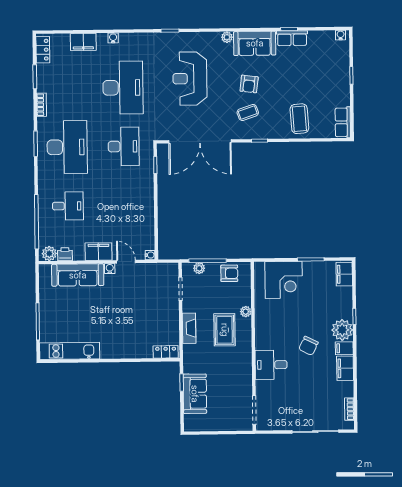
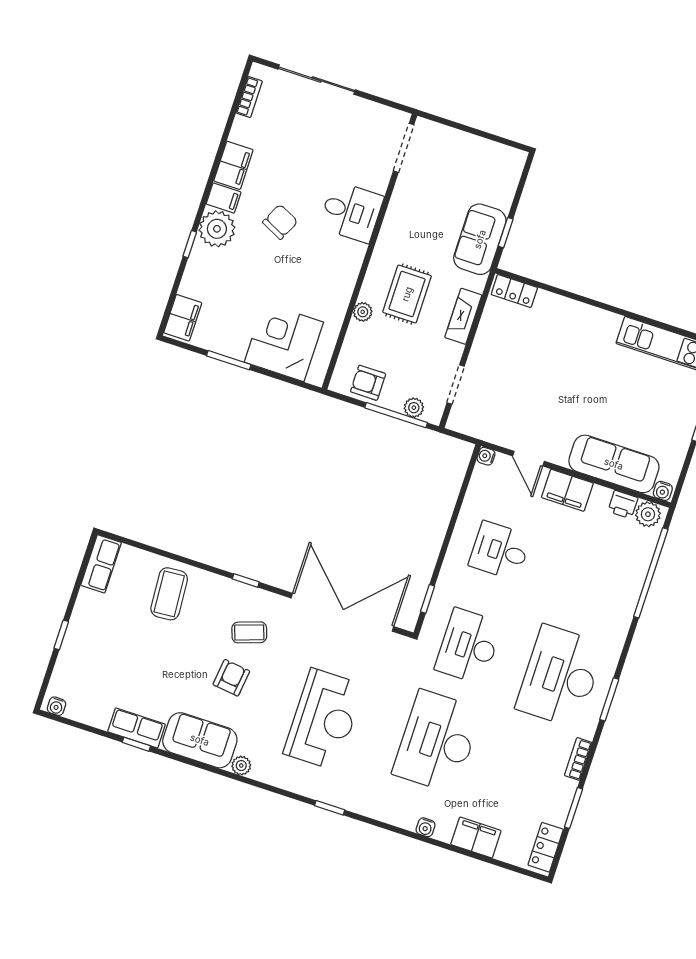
desk: (68, 206) -> (500, 551), moved
water cooler: (110, 269) -> (663, 491), moved
sofa: (195, 394) -> (480, 239), moved

